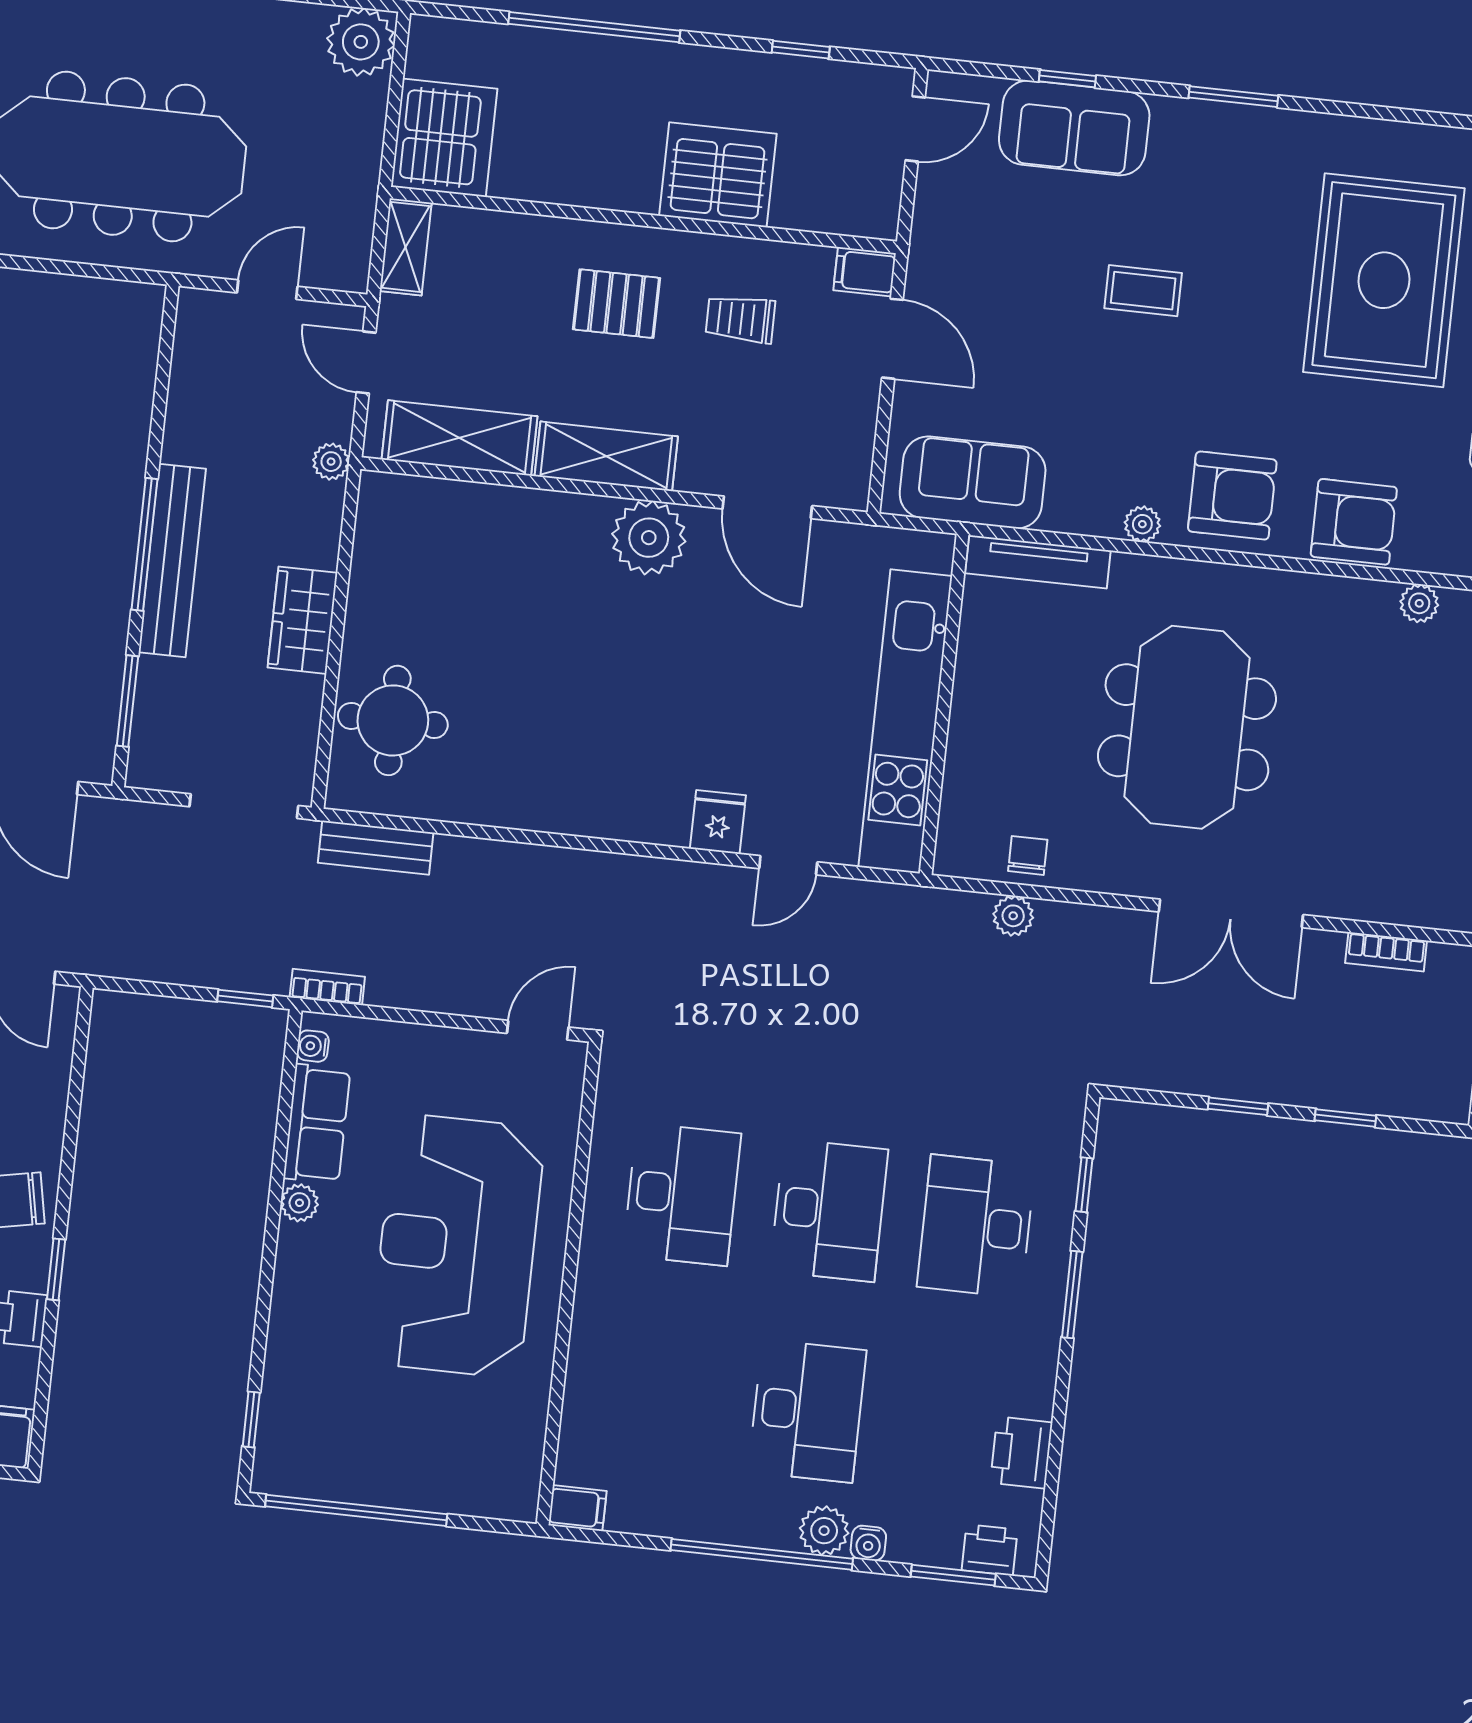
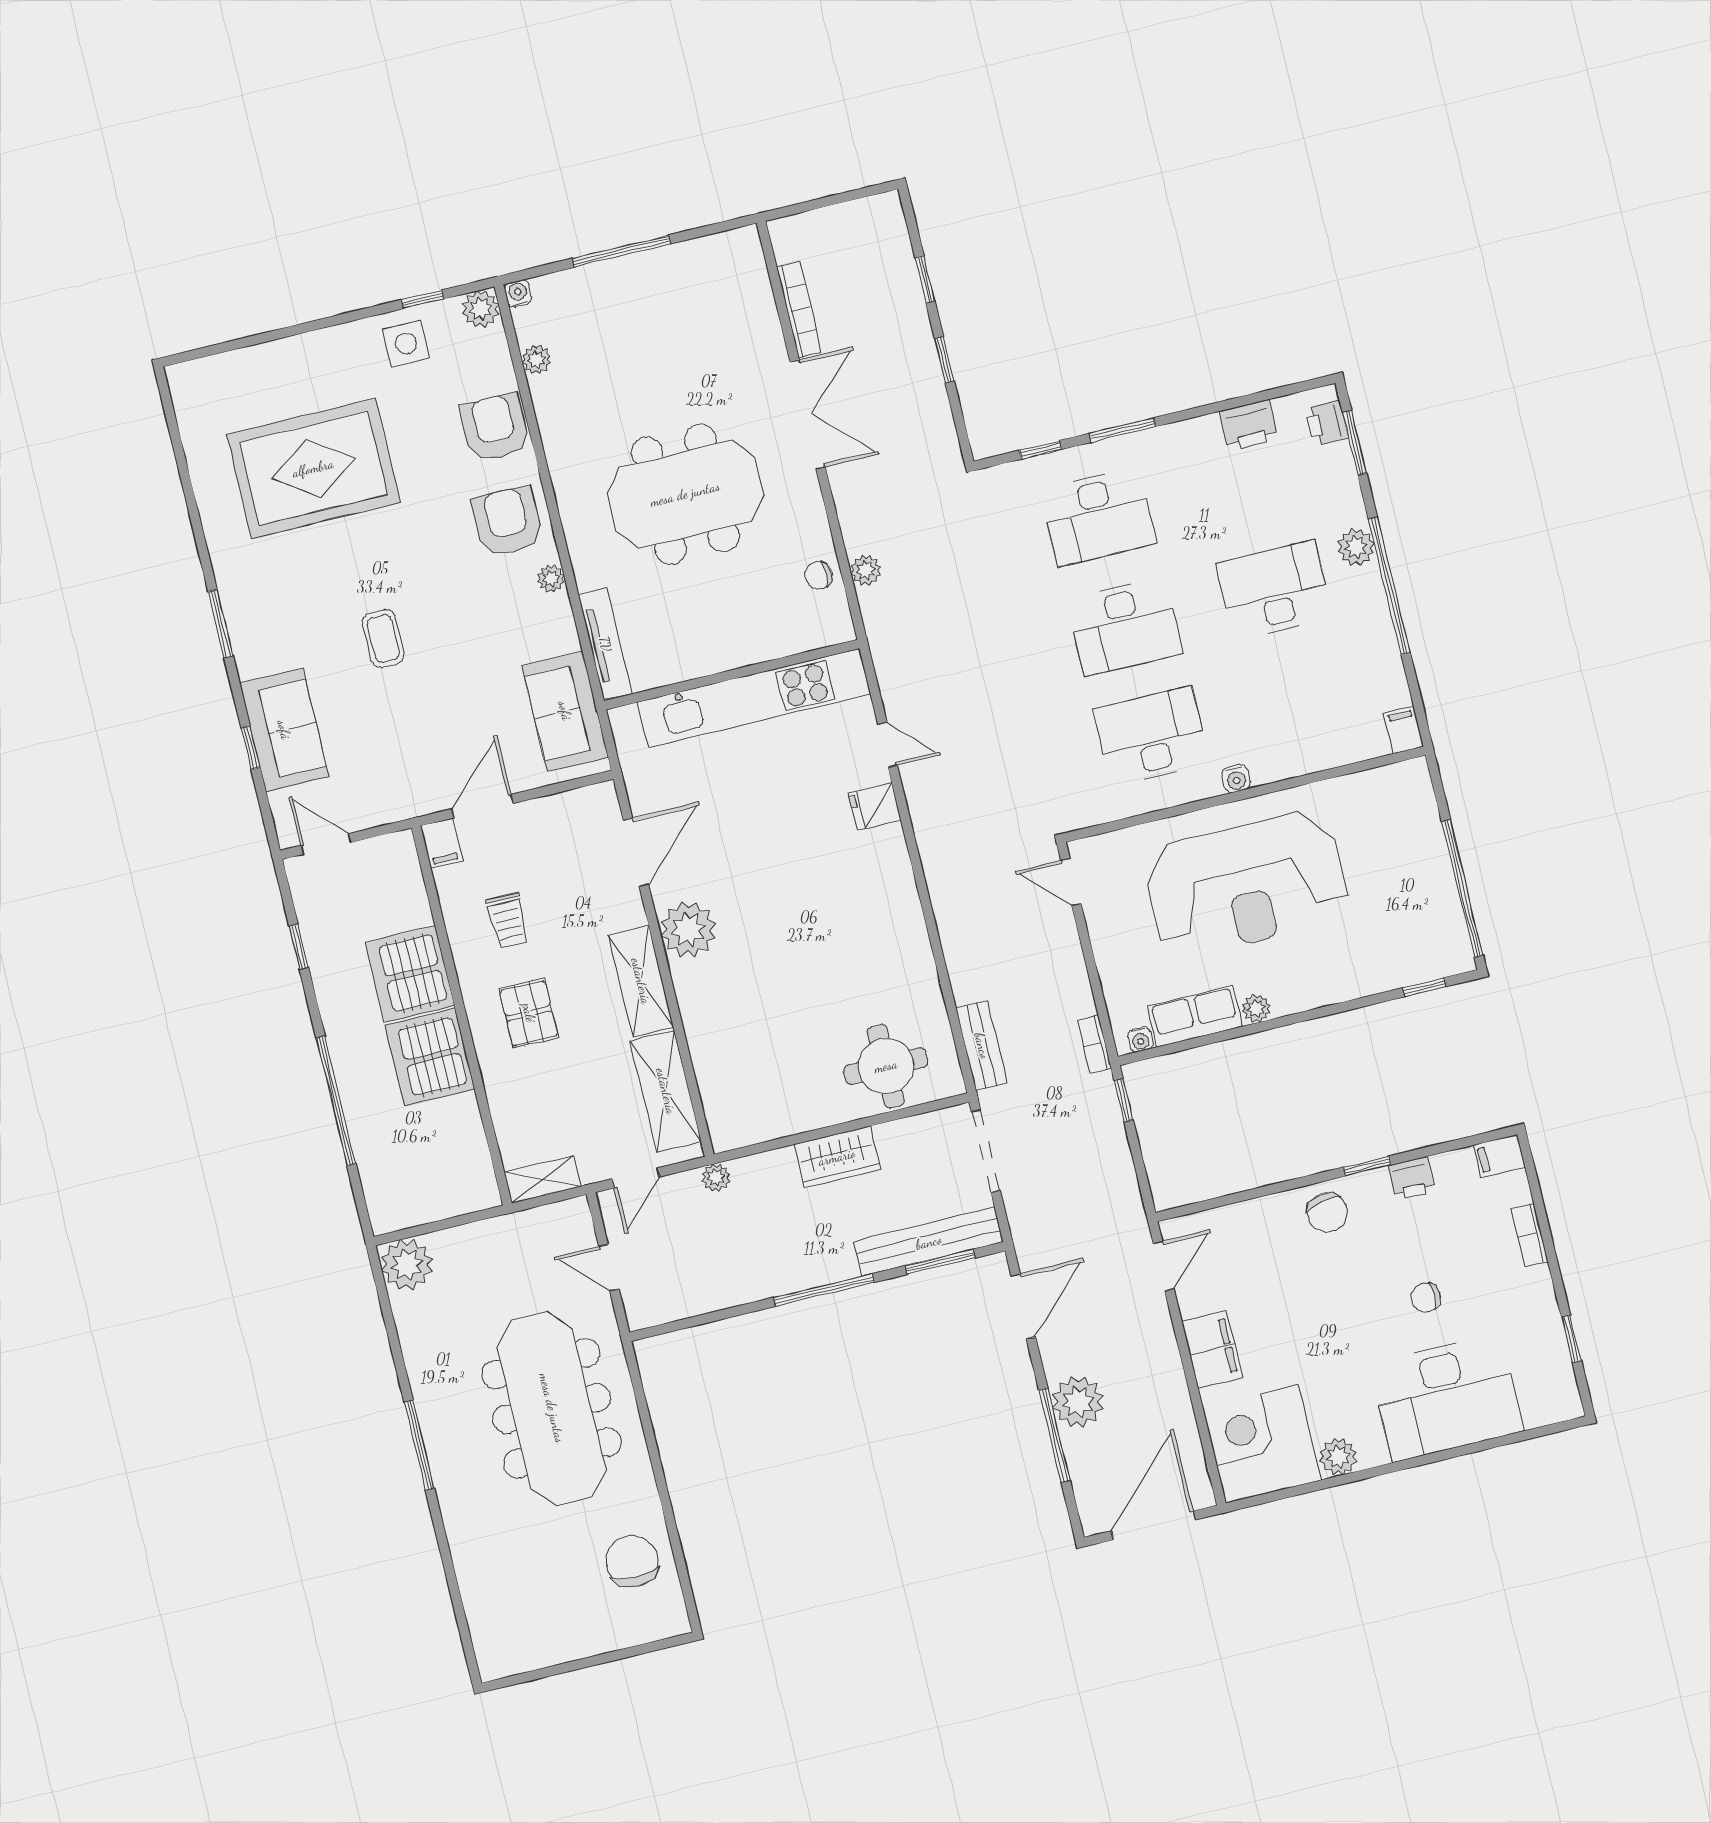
server rack: (444, 138) -> (430, 1057), moved, turned -90
bench: (172, 560) -> (929, 1242), moved
bookcase: (1386, 952) -> (799, 310), width x1.56
desk: (829, 1210) -> (1125, 626), turned 180
water cooler: (868, 1543) -> (1236, 779), moved, turned 90

